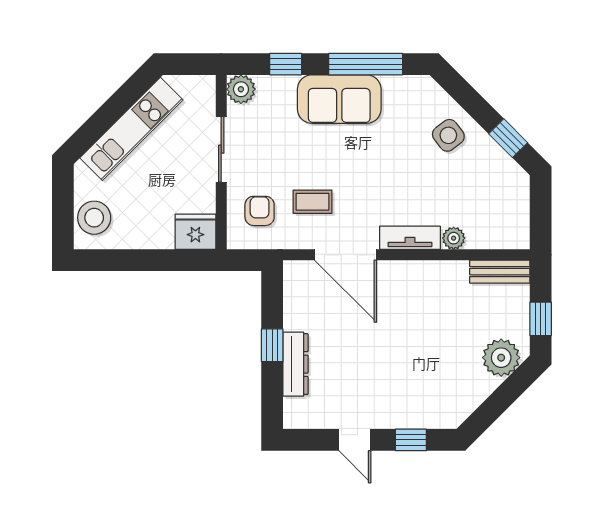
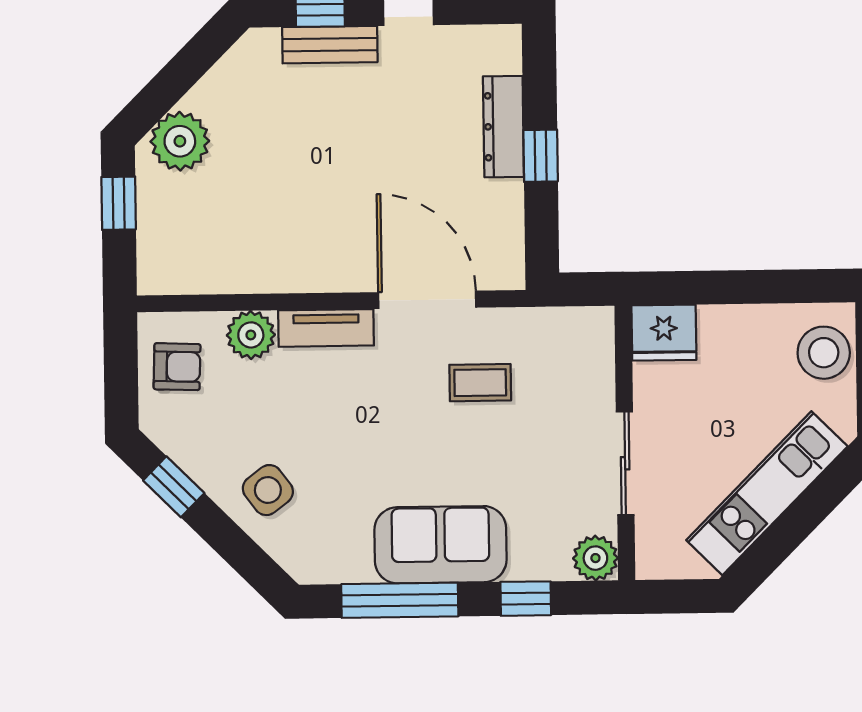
armchair: (260, 211) -> (177, 367), moved, turned -88
plant: (454, 238) -> (251, 335), width x1.38, depth x1.38
bench: (500, 272) -> (330, 45), moved

